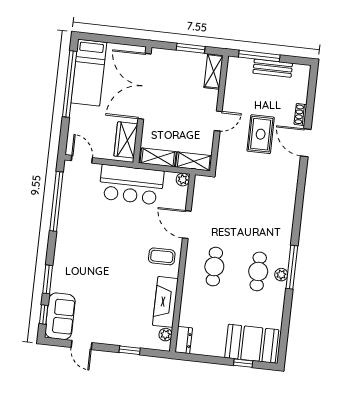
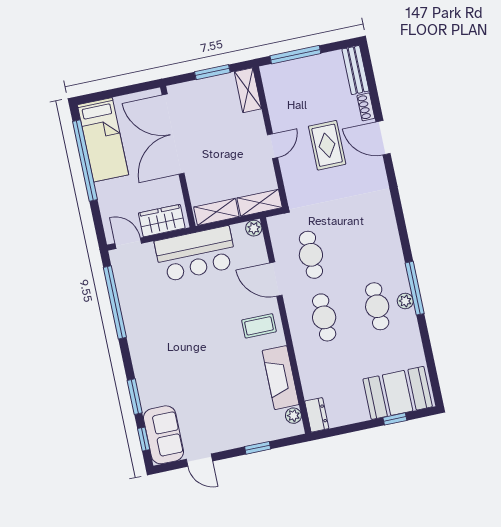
bench: (273, 68) -> (355, 70), moved, turned 90
wardrobe: (126, 140) -> (162, 221), moved, turned 90
cafe table: (220, 215) -> (311, 255), added

